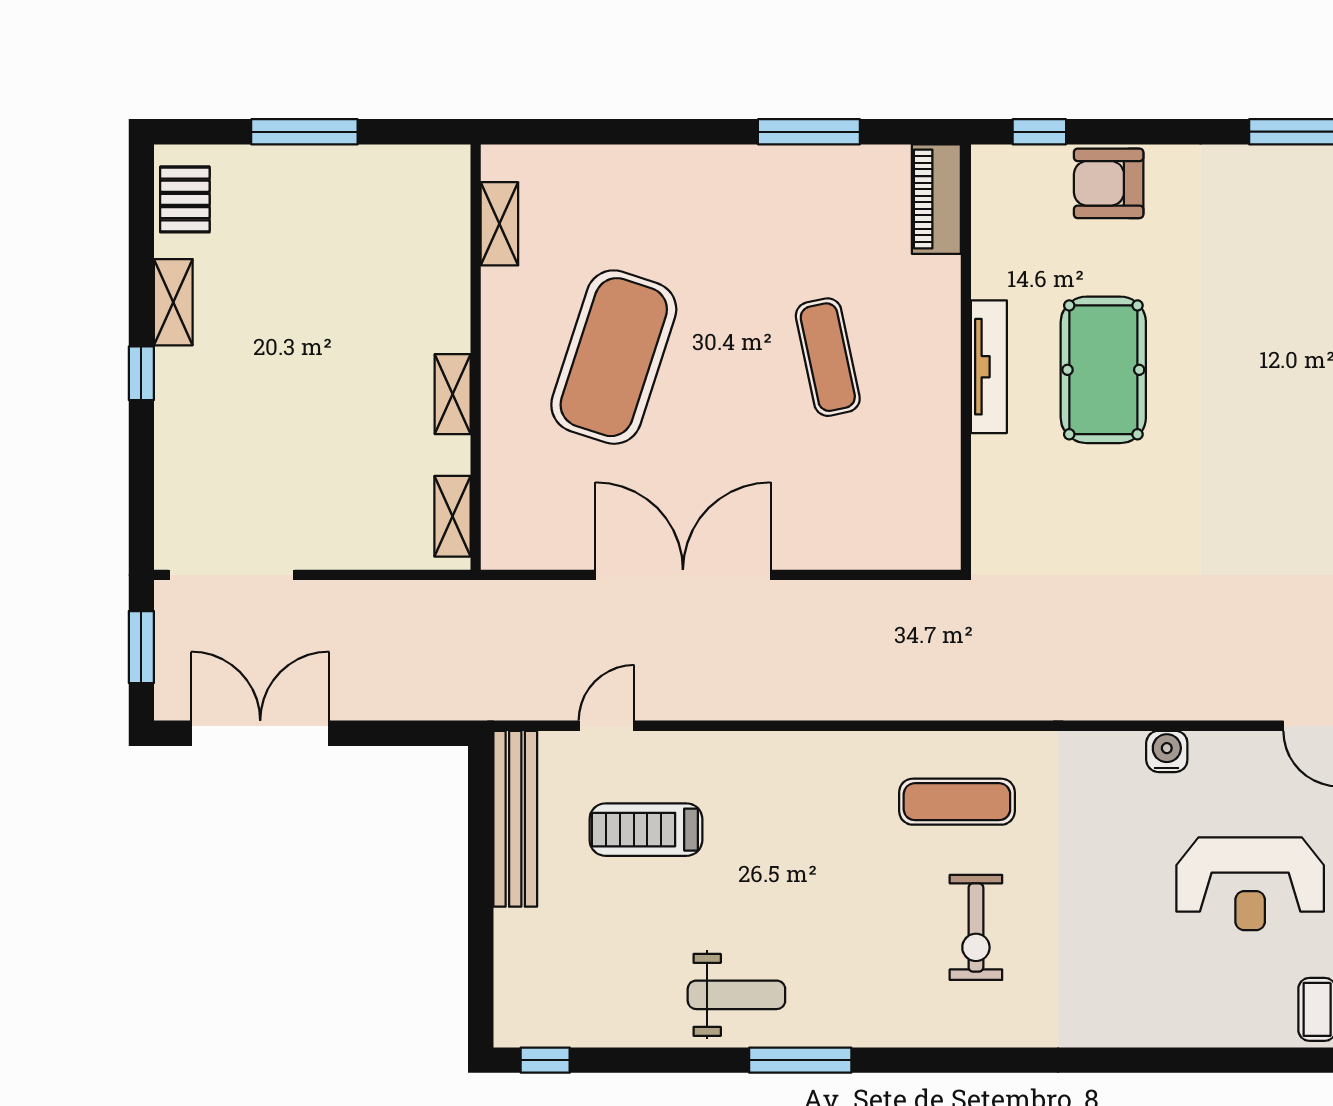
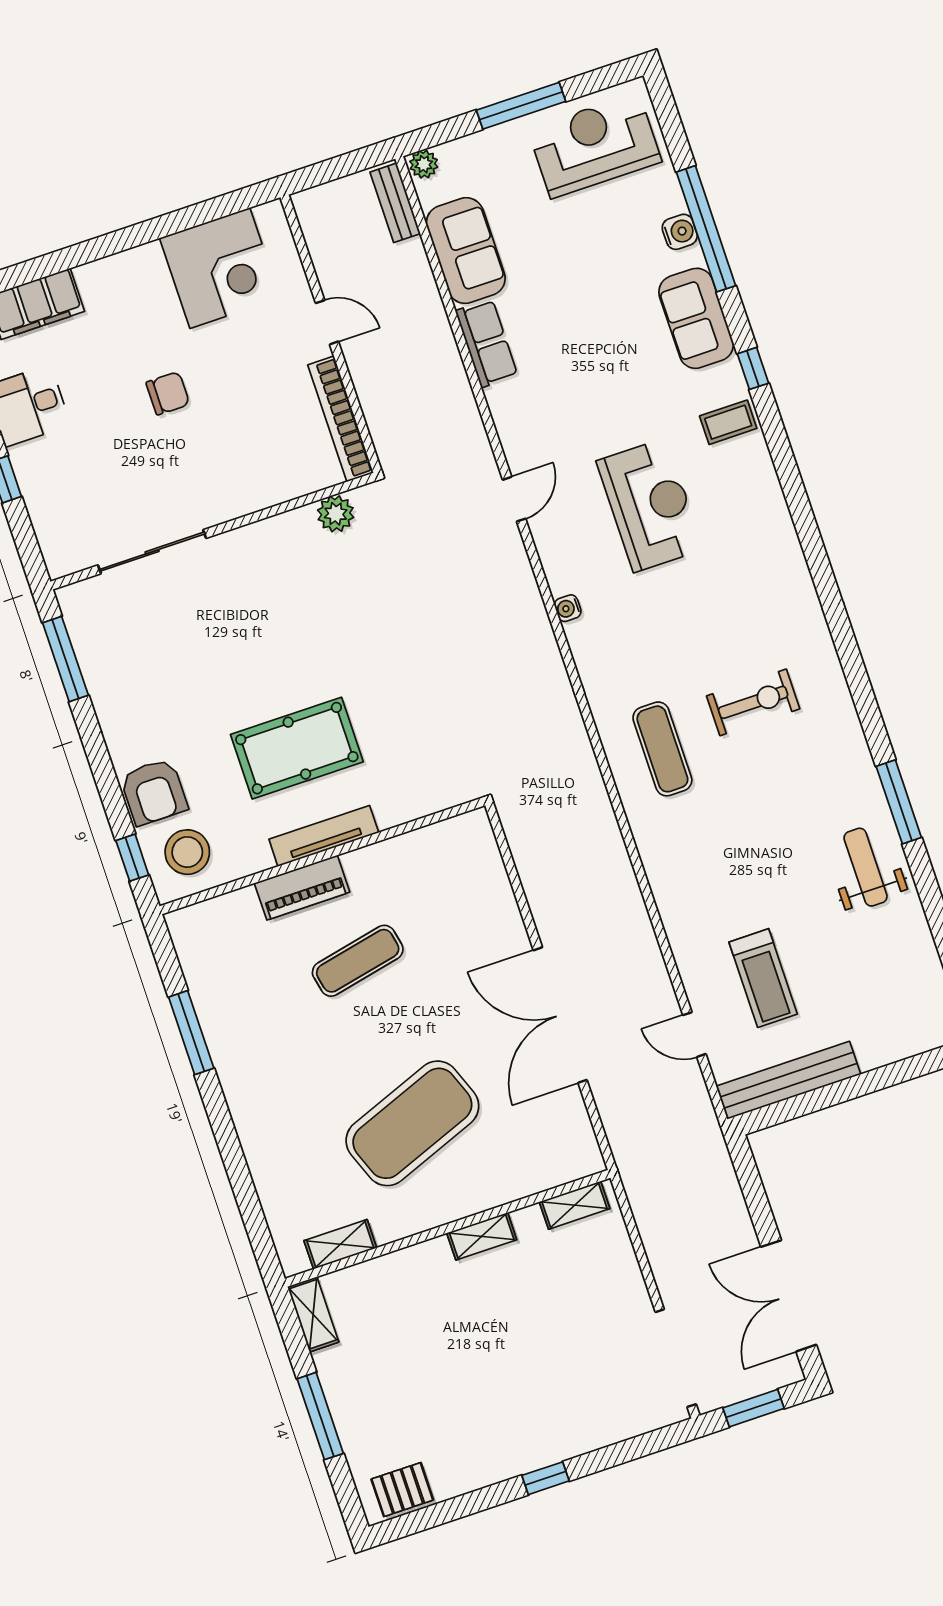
piano: (936, 199) -> (302, 888), moved
stool: (1024, 199) -> (187, 852), added
shelving: (173, 302) -> (313, 1314), moved, turned 90
exercise mat: (614, 357) -> (412, 1123), turned -39
water cooler: (1167, 751) -> (568, 608), width x0.72, depth x0.72

